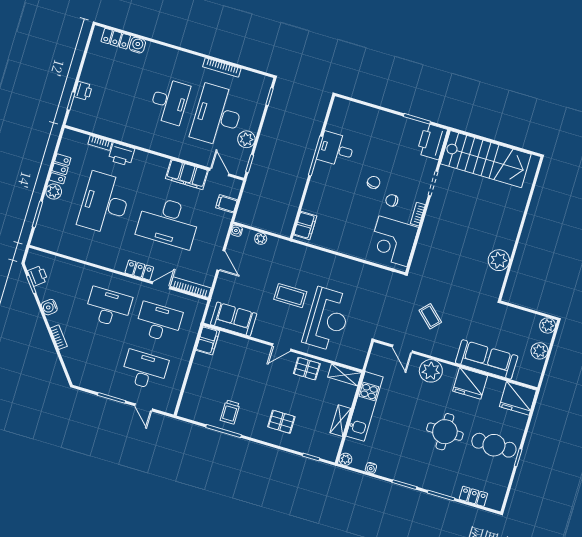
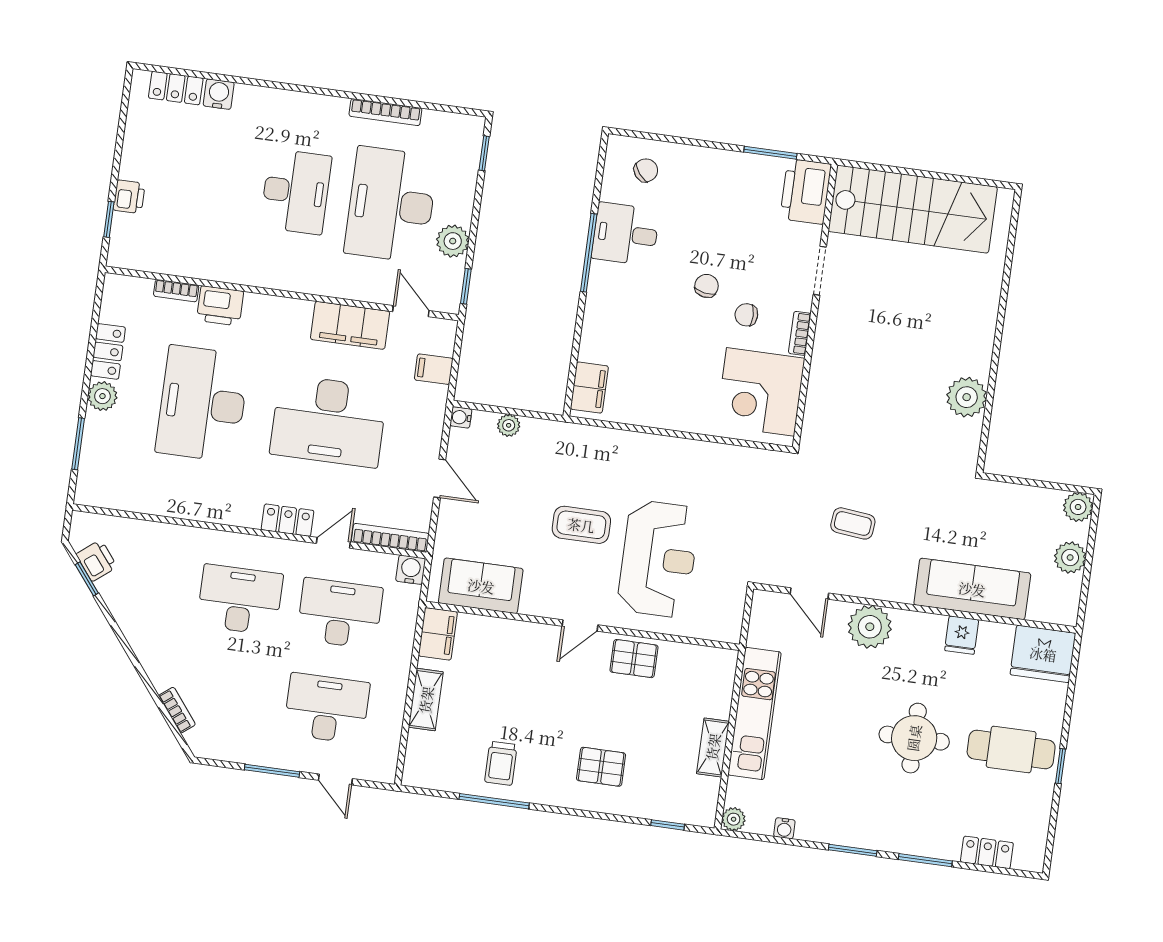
chair: (351, 118) -> (646, 170), added
water cooler: (49, 307) -> (411, 570), moved, turned 128
coffee table: (430, 316) -> (853, 523), turned -37
bookcase: (59, 337) -> (177, 710), moved
shelving: (345, 375) -> (426, 700), moved, turned 90
fridge: (470, 383) -> (962, 635), width x0.53, depth x0.75

